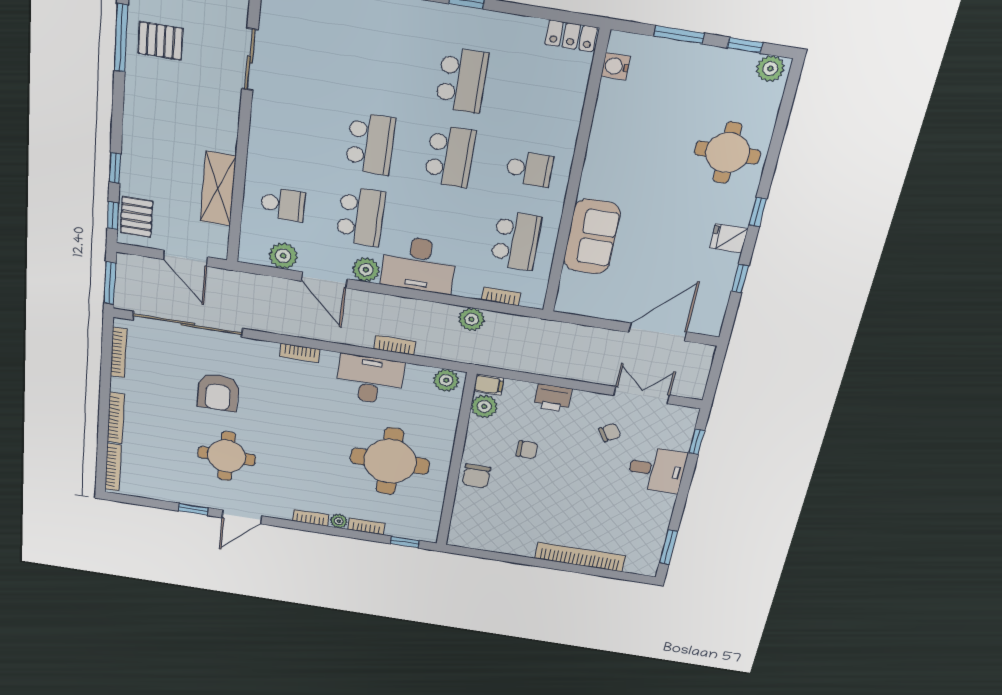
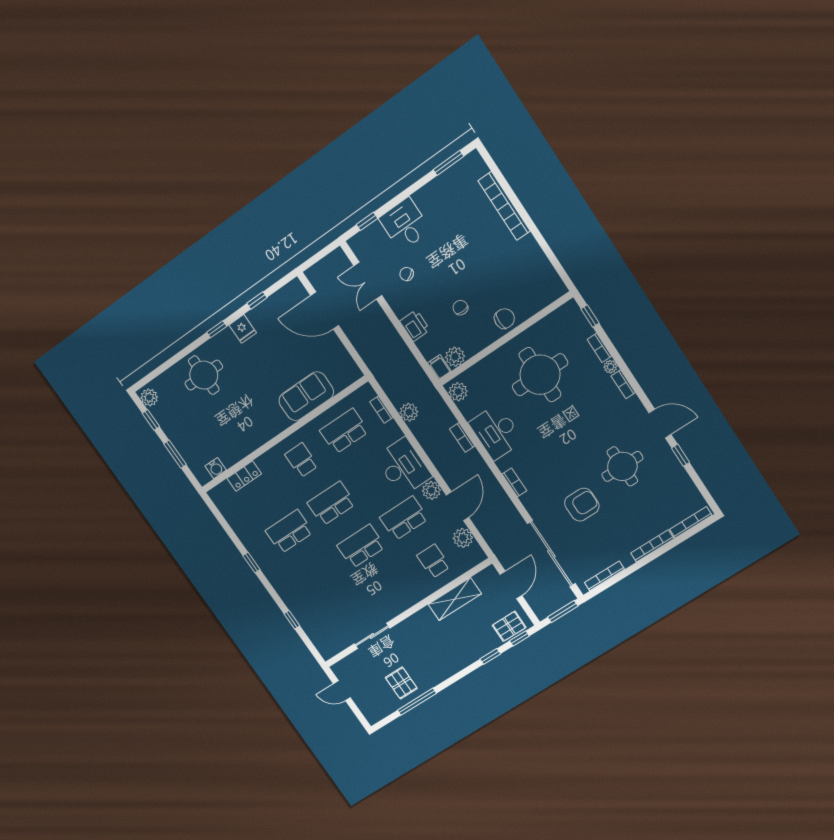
locker: (571, 36) -> (244, 476), moved, turned 90

